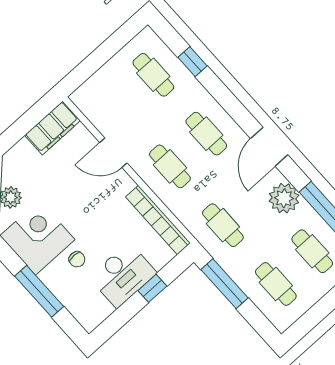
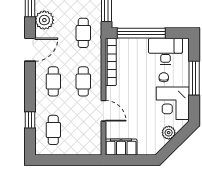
desk: (123, 275) -> (165, 51), moved
window: (152, 288) -> (141, 33), width x3.17

